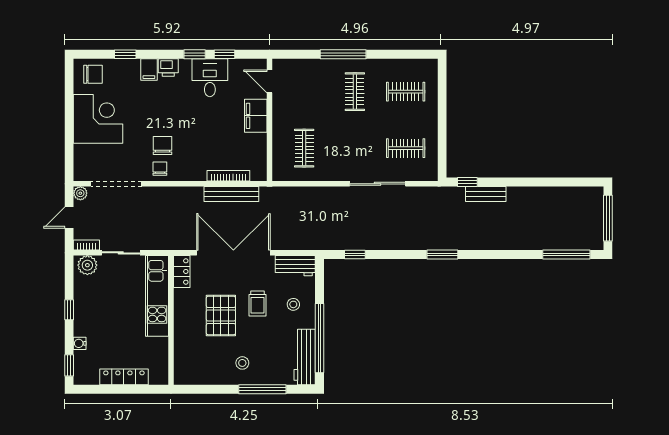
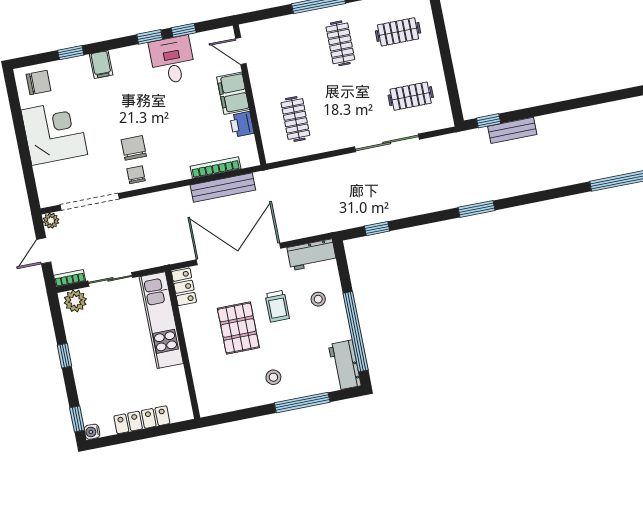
printer: (168, 67) -> (242, 124), moved, turned 90
water cooler: (80, 343) -> (92, 432), moved
workbench: (305, 357) -> (345, 365), width x0.73

